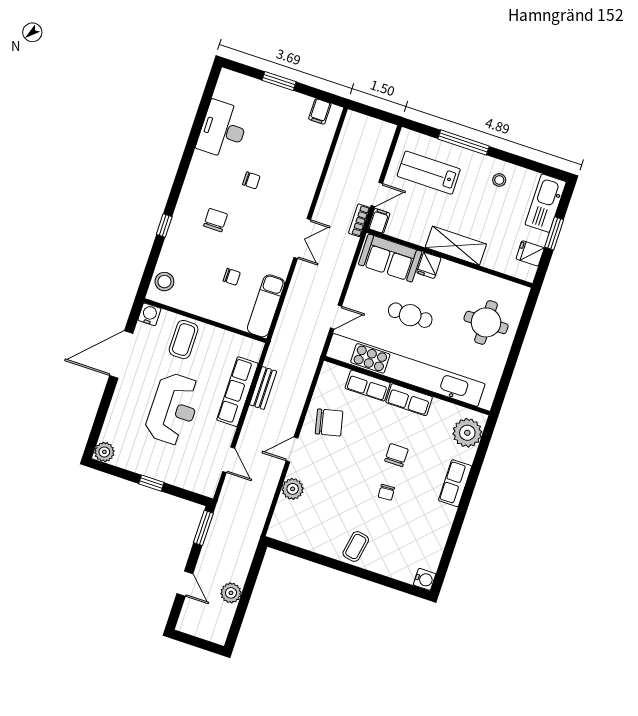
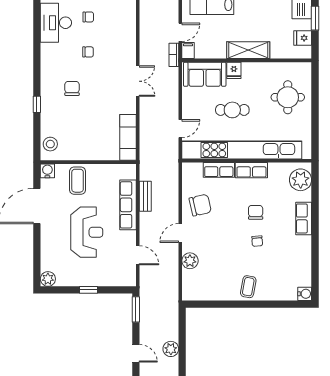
chair: (232, 277) -> (88, 17), moved

